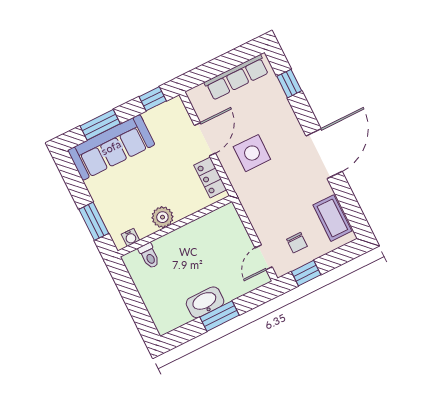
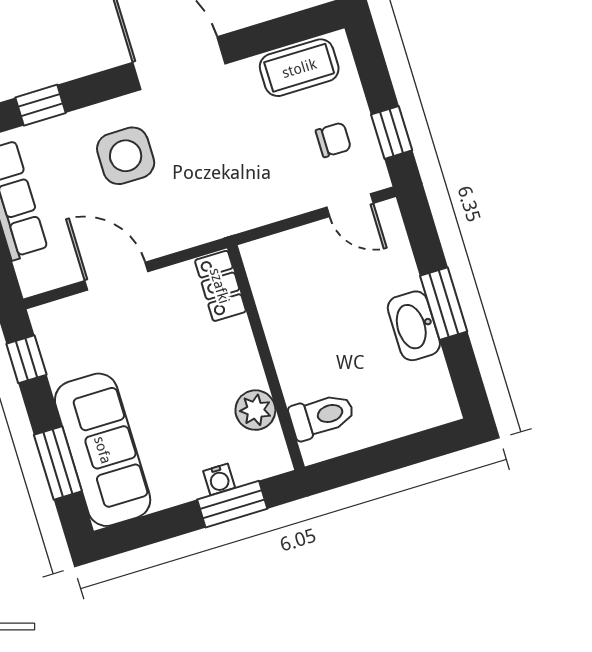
side table: (252, 153) -> (126, 156), moved
locker: (210, 177) -> (220, 286), moved, turned 90
plant: (162, 217) -> (255, 410), moved
water cooler: (130, 237) -> (219, 479), moved, turned 90
toilet: (149, 256) -> (322, 416), width x1.37, depth x1.39

